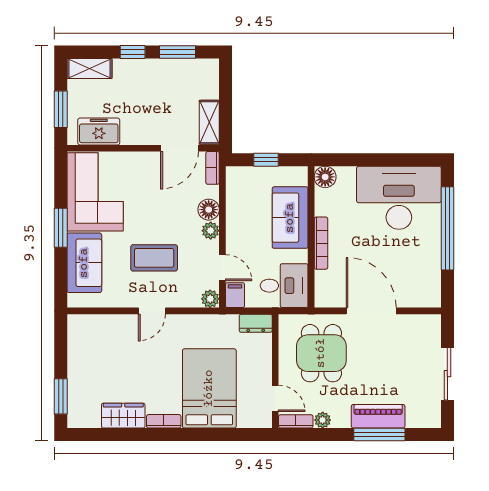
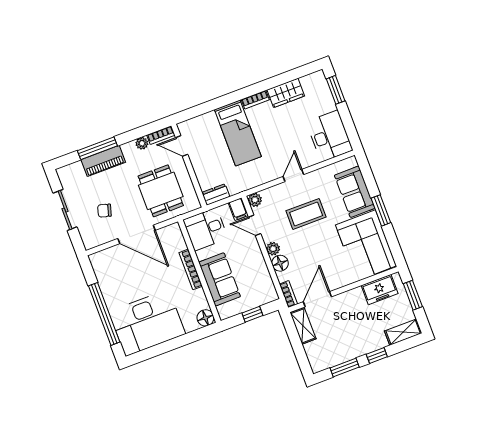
desk: (90, 343) -> (329, 136), added
chair: (399, 355) -> (104, 211), added
bed: (209, 388) -> (238, 133), width x0.67

